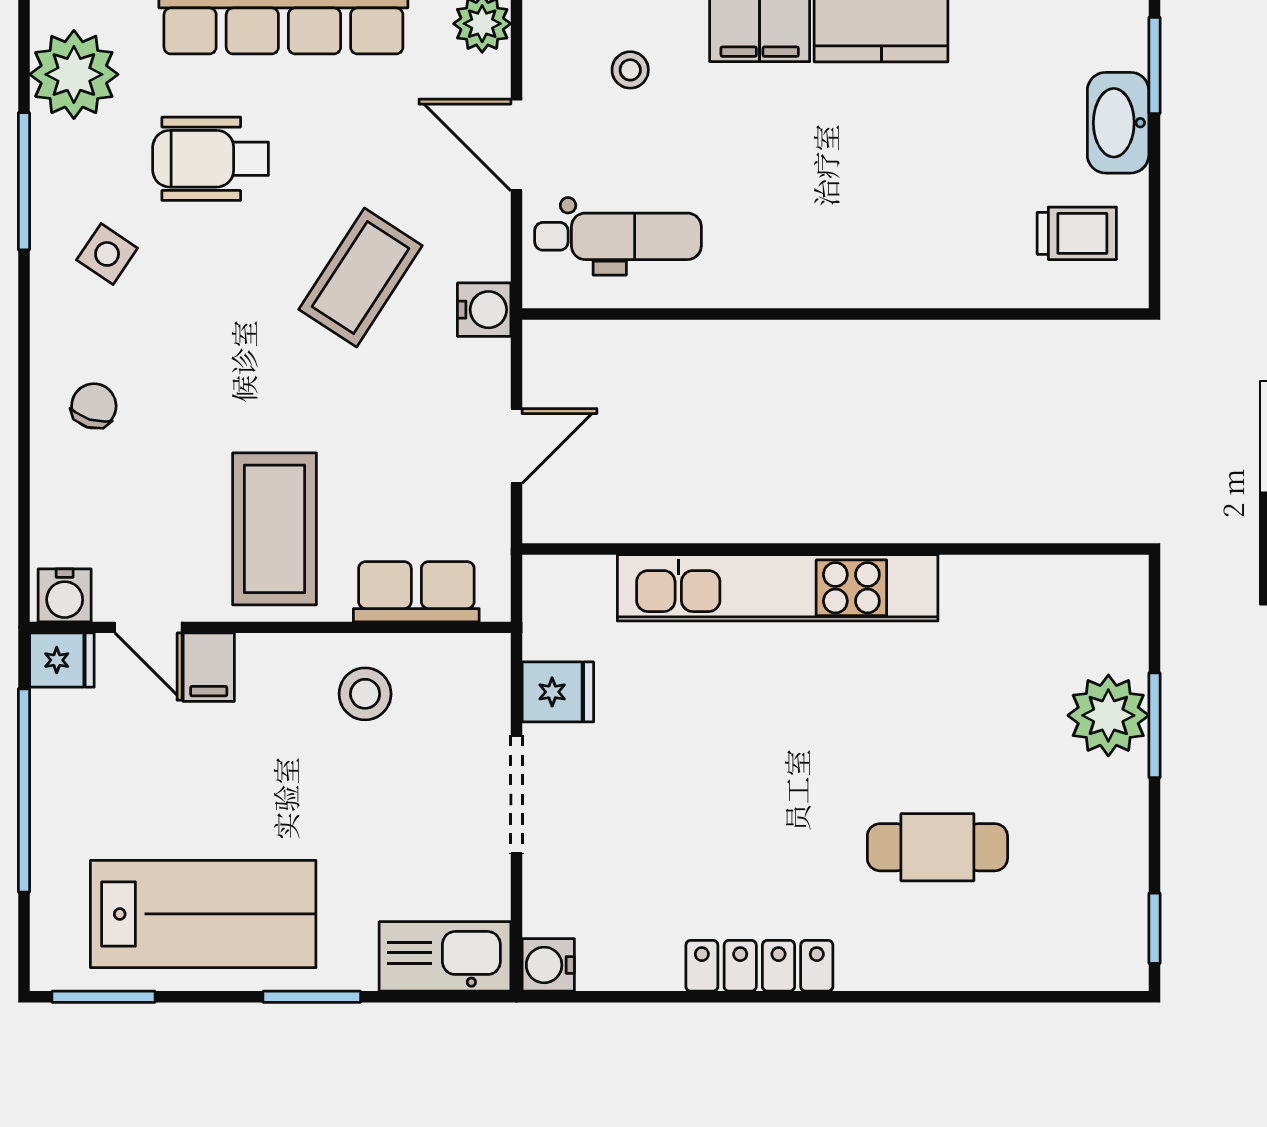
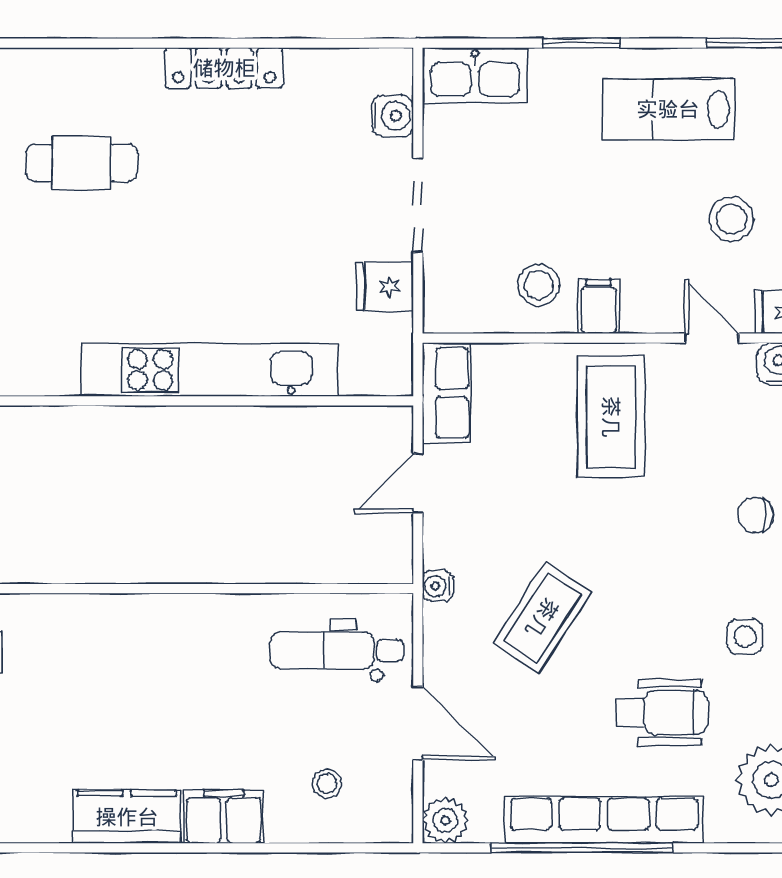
side table: (107, 254) -> (745, 636), turned -34
water cooler: (484, 310) -> (438, 586), width x0.72, depth x0.72
chair: (94, 406) -> (755, 515), turned 73
row of seats: (416, 592) -> (446, 393), moved, turned -90
filing cabinet: (209, 667) -> (599, 306), moved
stool: (124, 776) -> (731, 219), added
lab bench: (203, 914) -> (668, 109), width x0.73, depth x0.72
water cooler: (548, 965) -> (392, 116), moved

